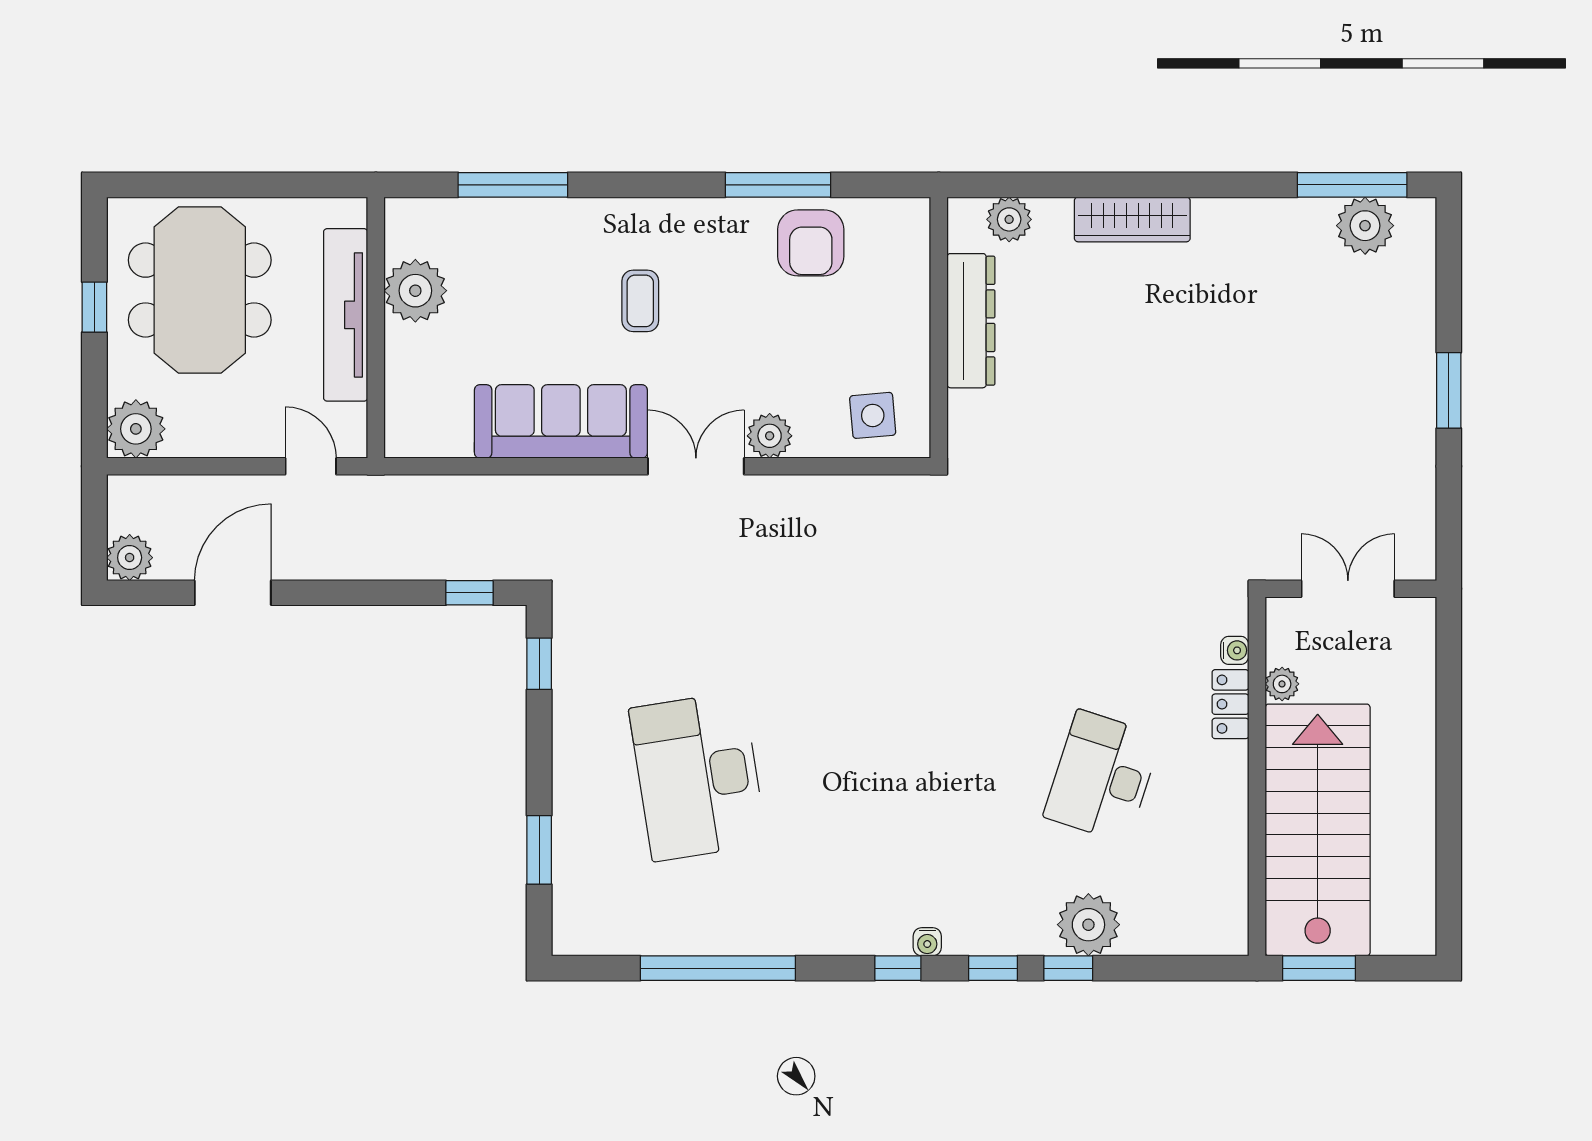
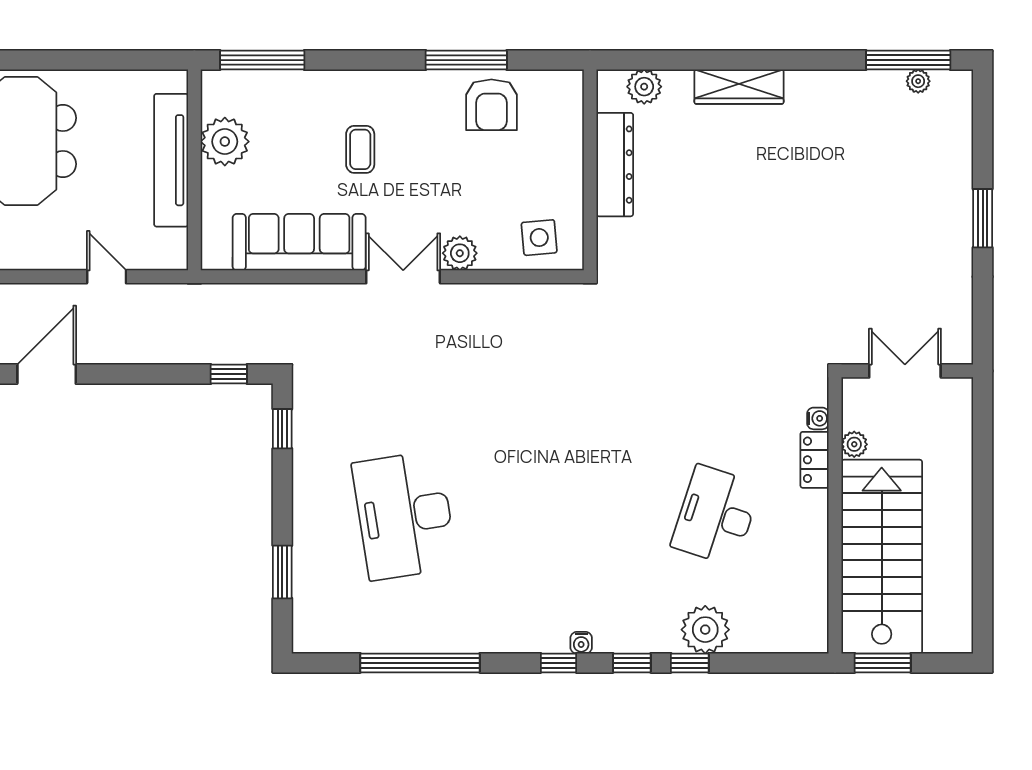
plant: (1365, 226) -> (918, 81), width x0.53, depth x0.53
plant: (415, 291) -> (225, 142), moved
tv unit: (346, 315) -> (171, 160), moved
wall: (376, 328) -> (194, 170), moved

